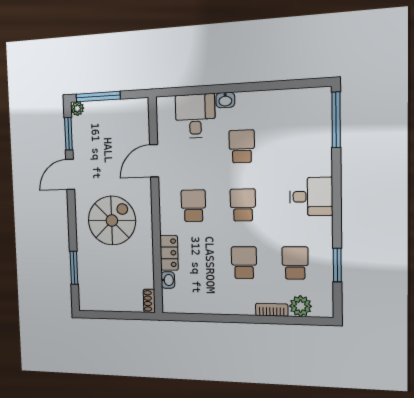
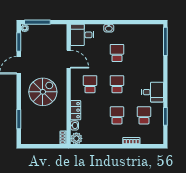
desk: (195, 116) -> (82, 35), moved, turned -90
door: (154, 161) -> (69, 59), swing flipped
desk: (311, 197) -> (152, 92), moved
plant: (301, 306) -> (76, 138), moved

